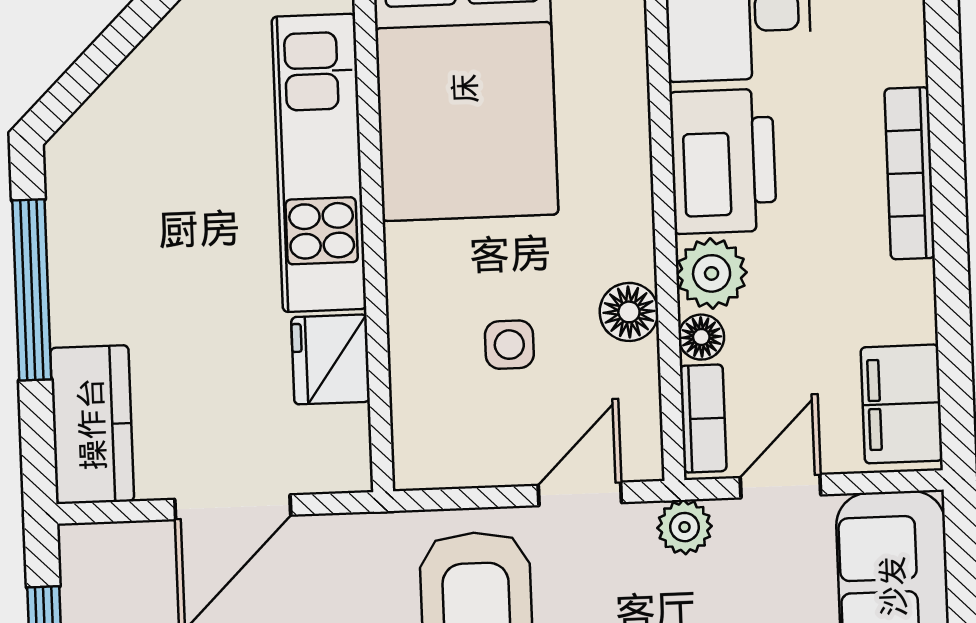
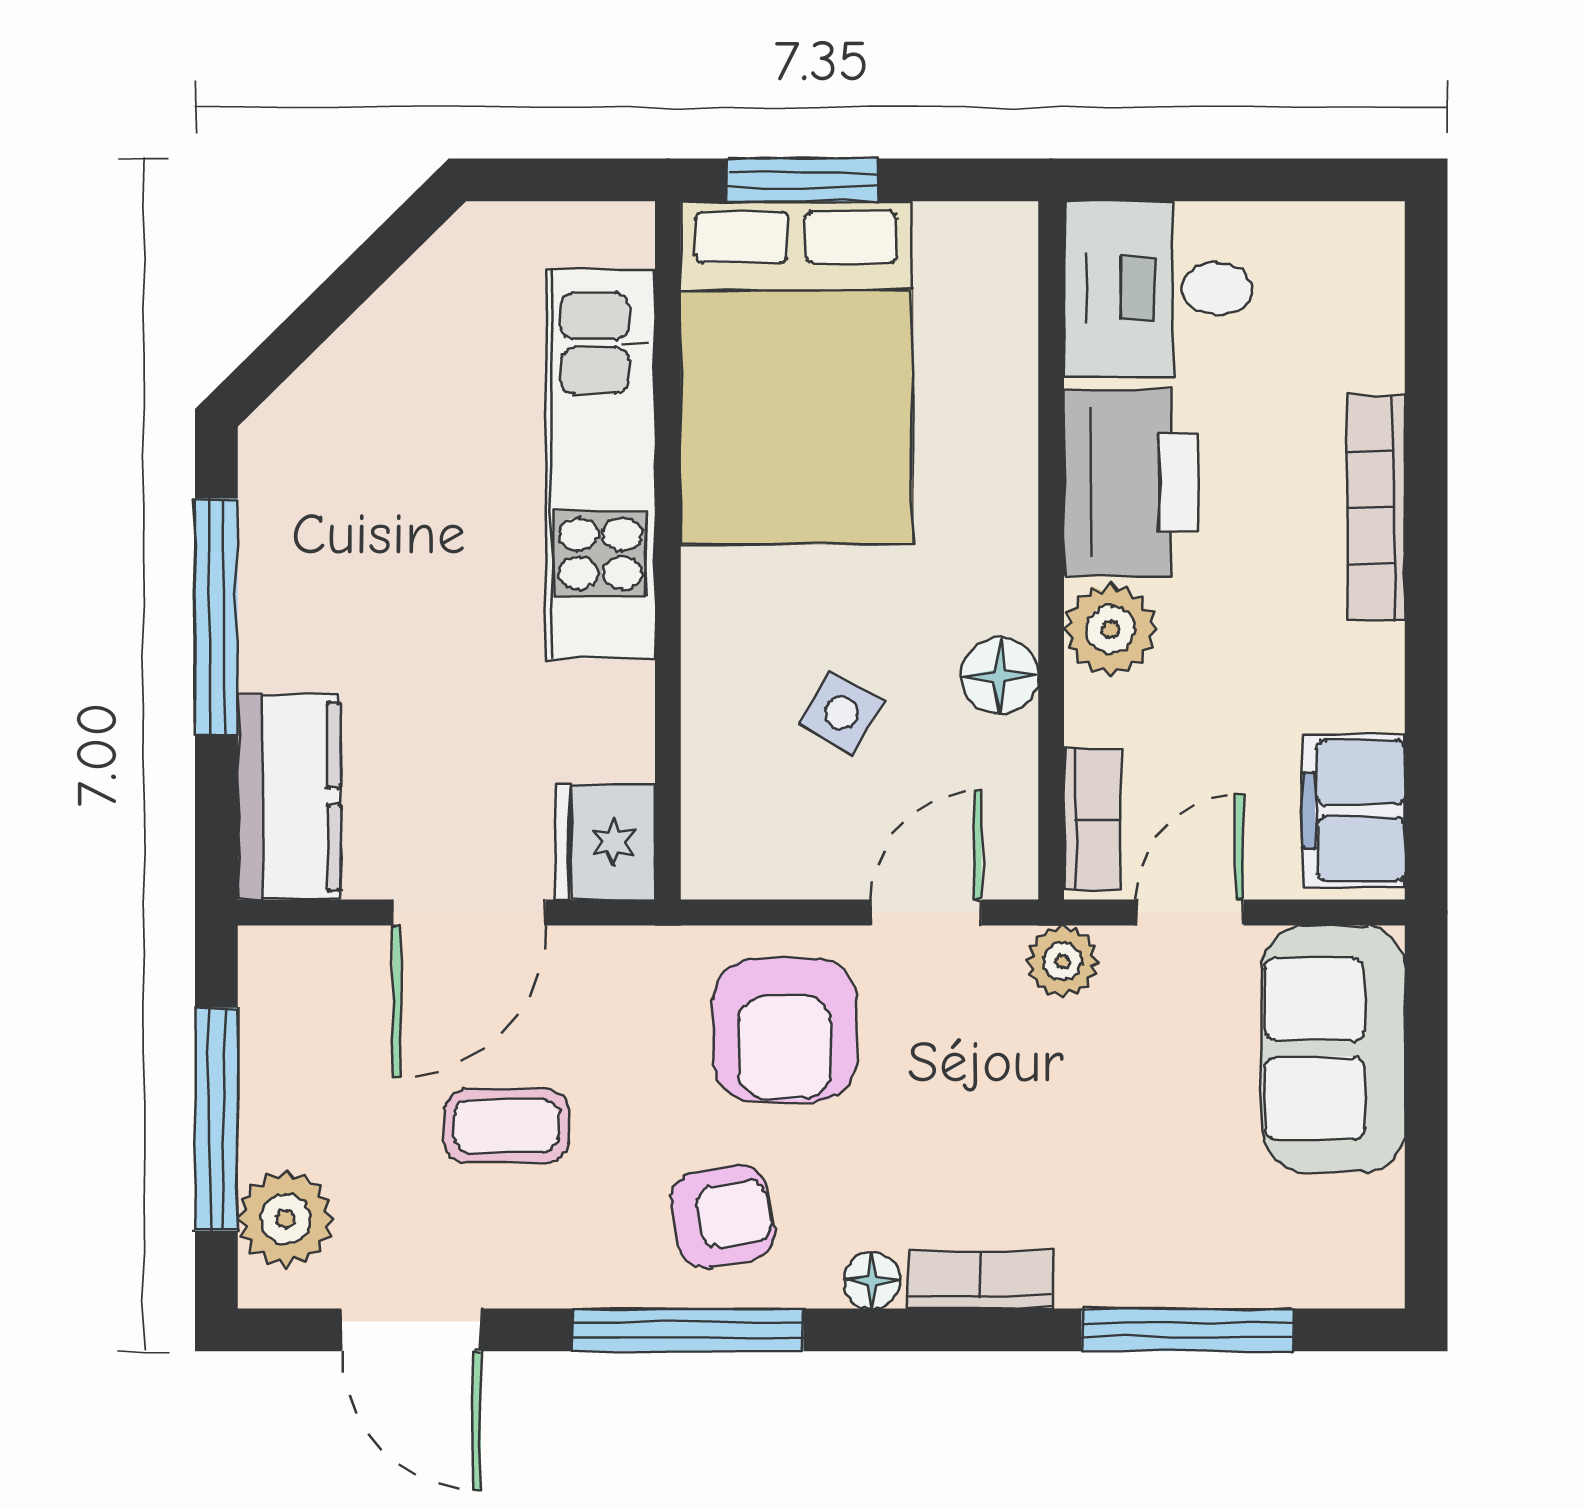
floor lamp: (701, 337) -> (1094, 713), removed
side table: (509, 345) -> (841, 713), turned 30
fridge: (331, 359) -> (605, 842), moved

